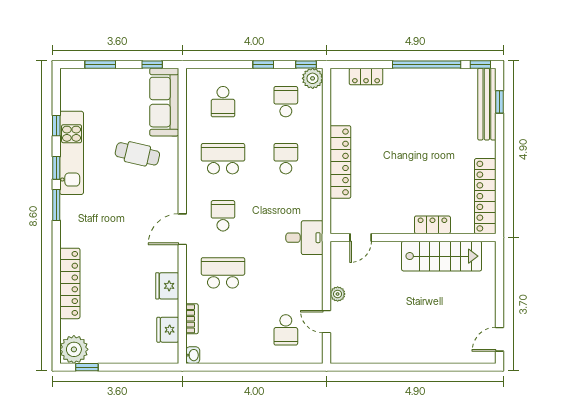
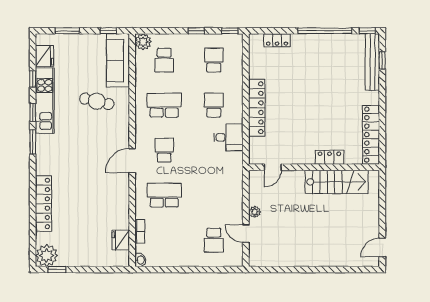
plant: (313, 78) -> (143, 42), moved
desk: (304, 238) -> (228, 137), moved
fridge: (167, 286) -> (45, 56), moved, turned 180

